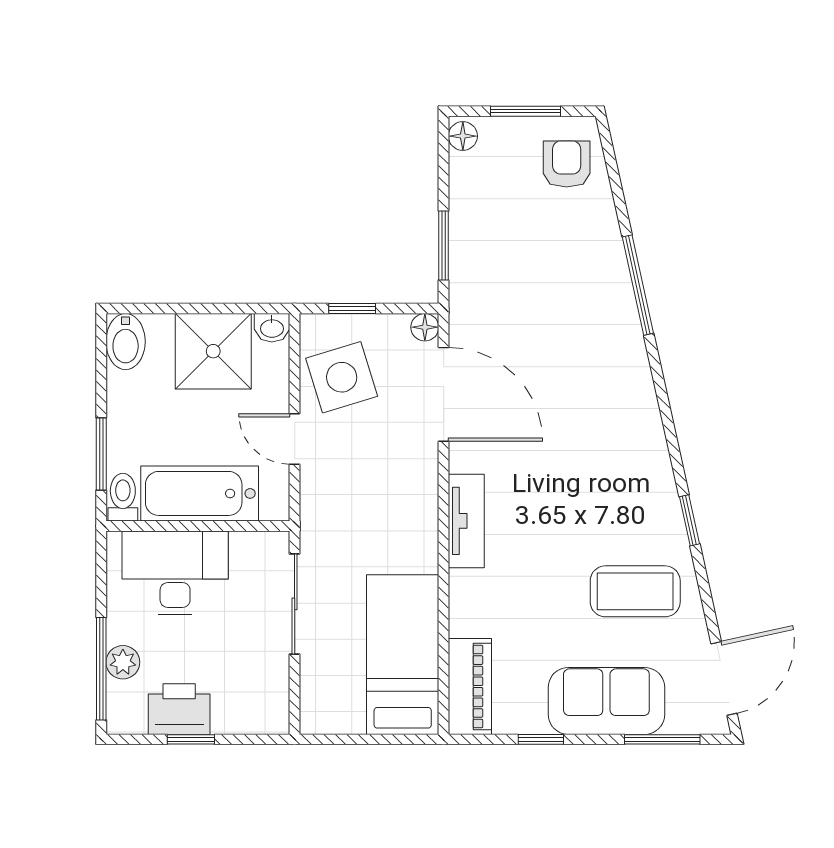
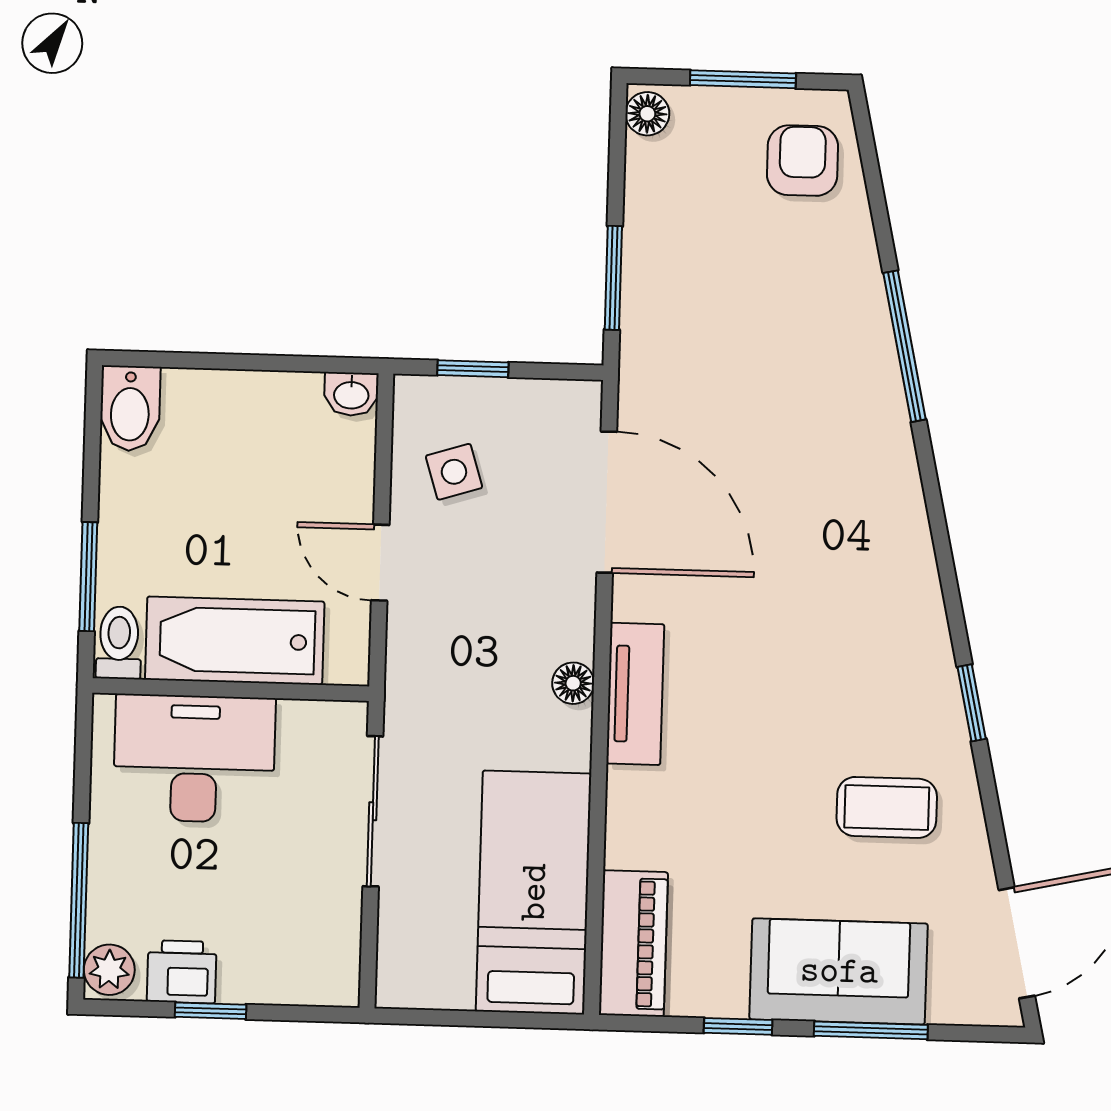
floor lamp: (425, 327) -> (573, 683), moved
shower: (213, 351) -> (262, 427), removed
side table: (342, 377) -> (454, 472), width x0.54, depth x0.54
coffee table: (635, 591) -> (887, 807), width x0.73, depth x0.77
plant: (123, 662) -> (109, 970), moved
printer: (179, 709) -> (182, 972), width x0.73, depth x0.81
window: (662, 739) -> (871, 1030), moved

